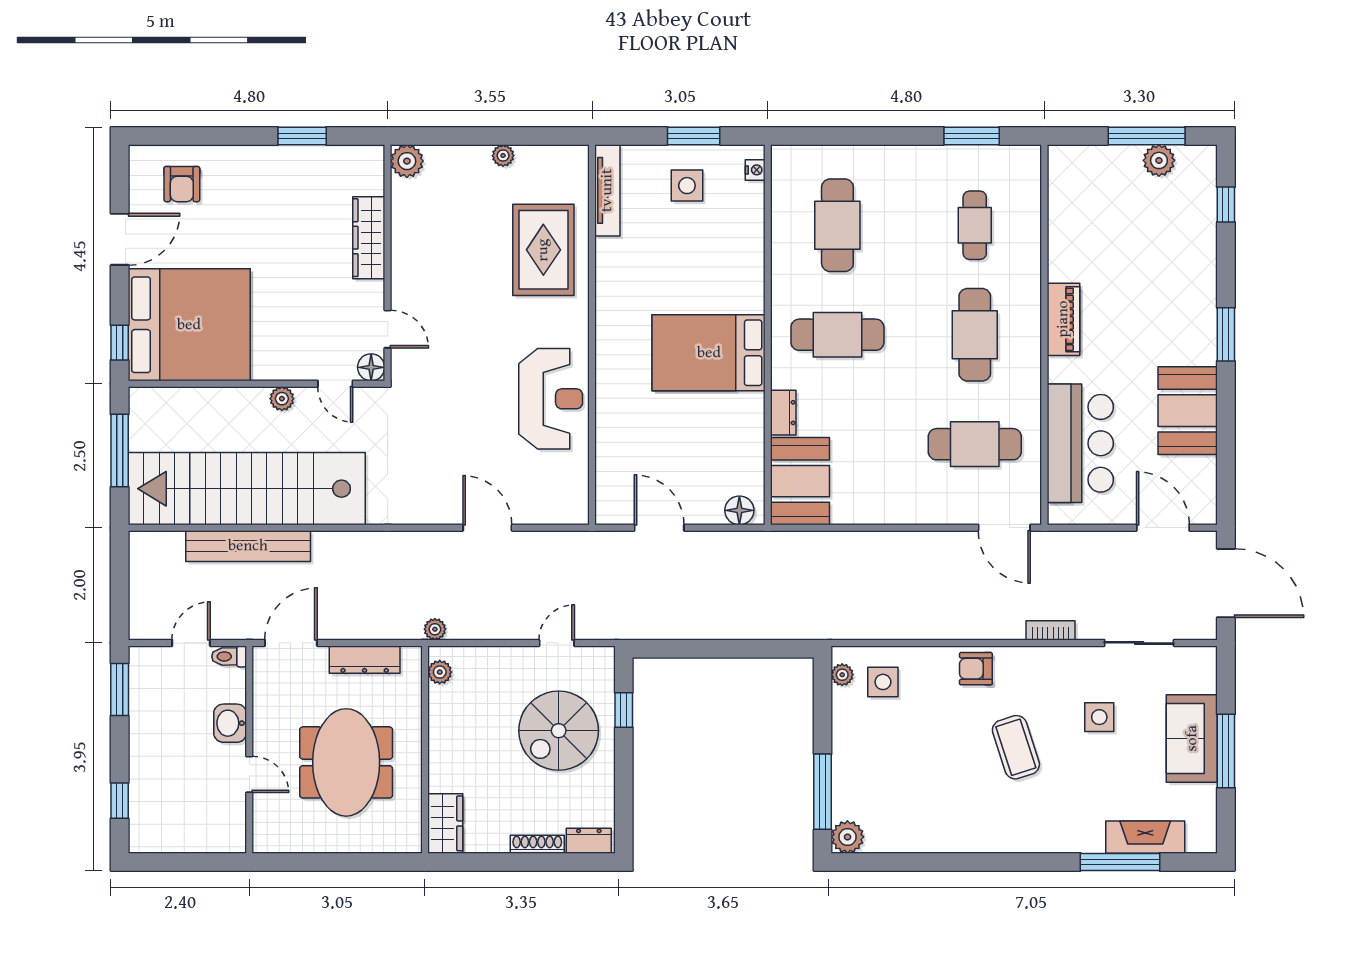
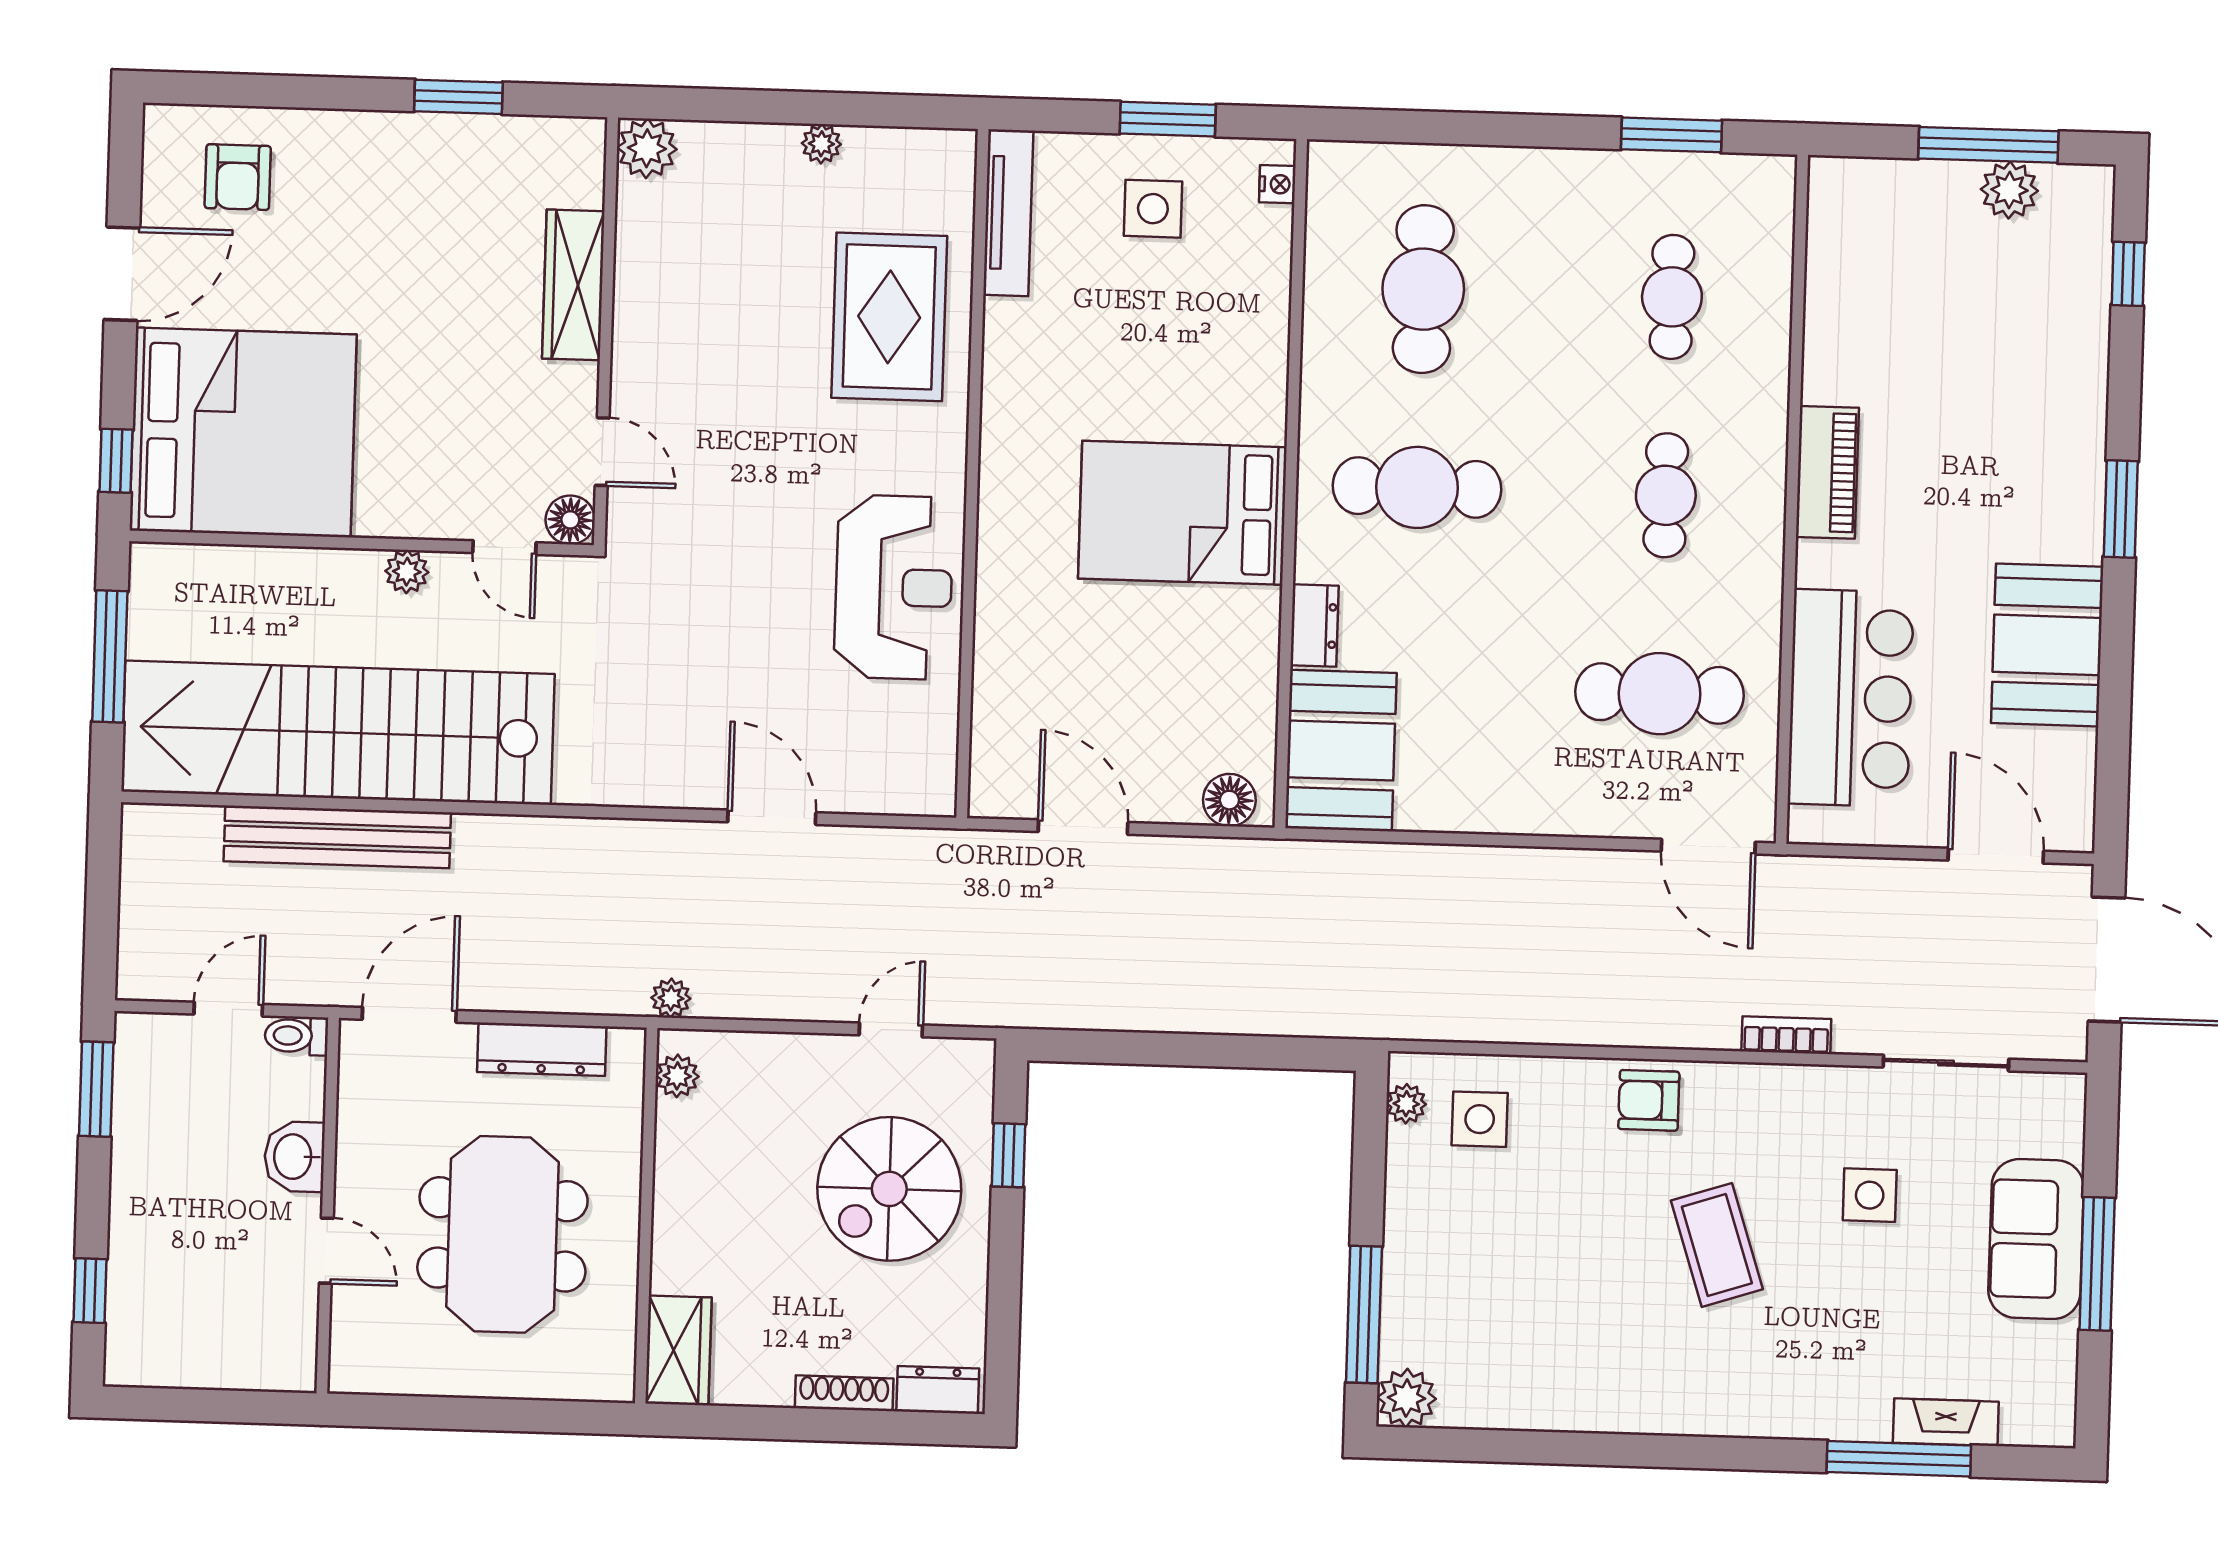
cafe table: (975, 335) -> (1666, 495), width x0.73, depth x0.74
fireplace: (1145, 837) -> (1946, 1422), width x0.73, depth x0.76

